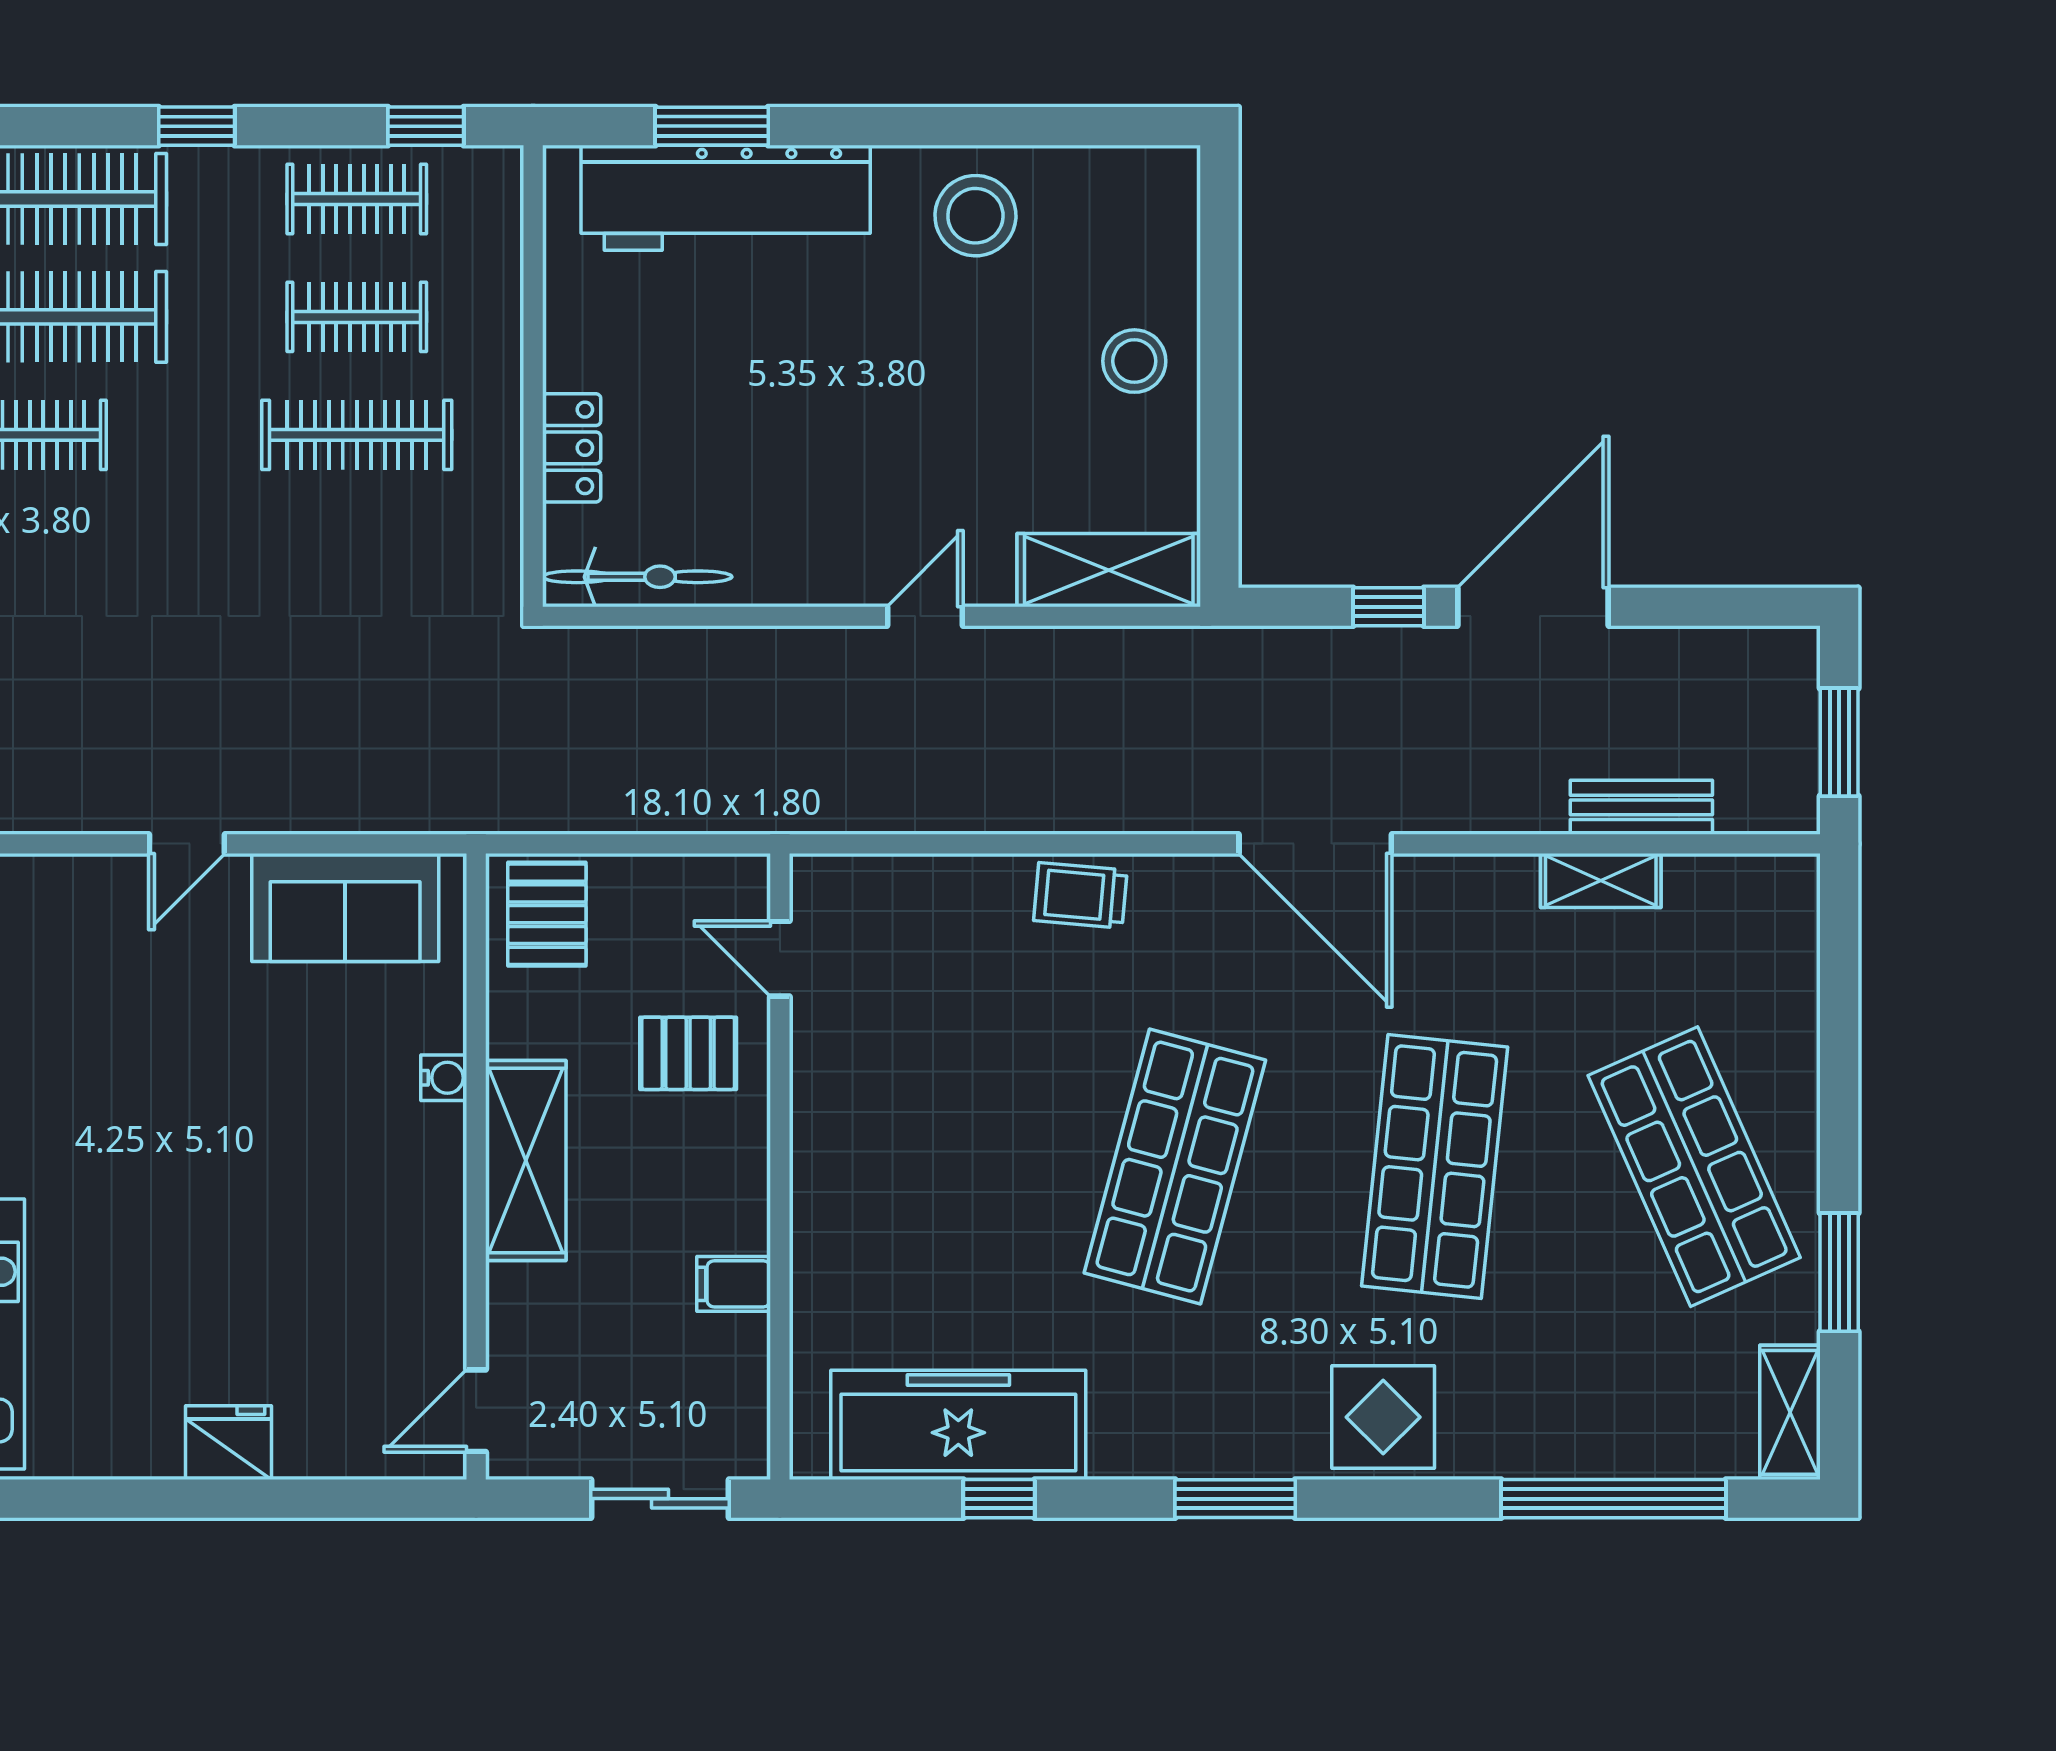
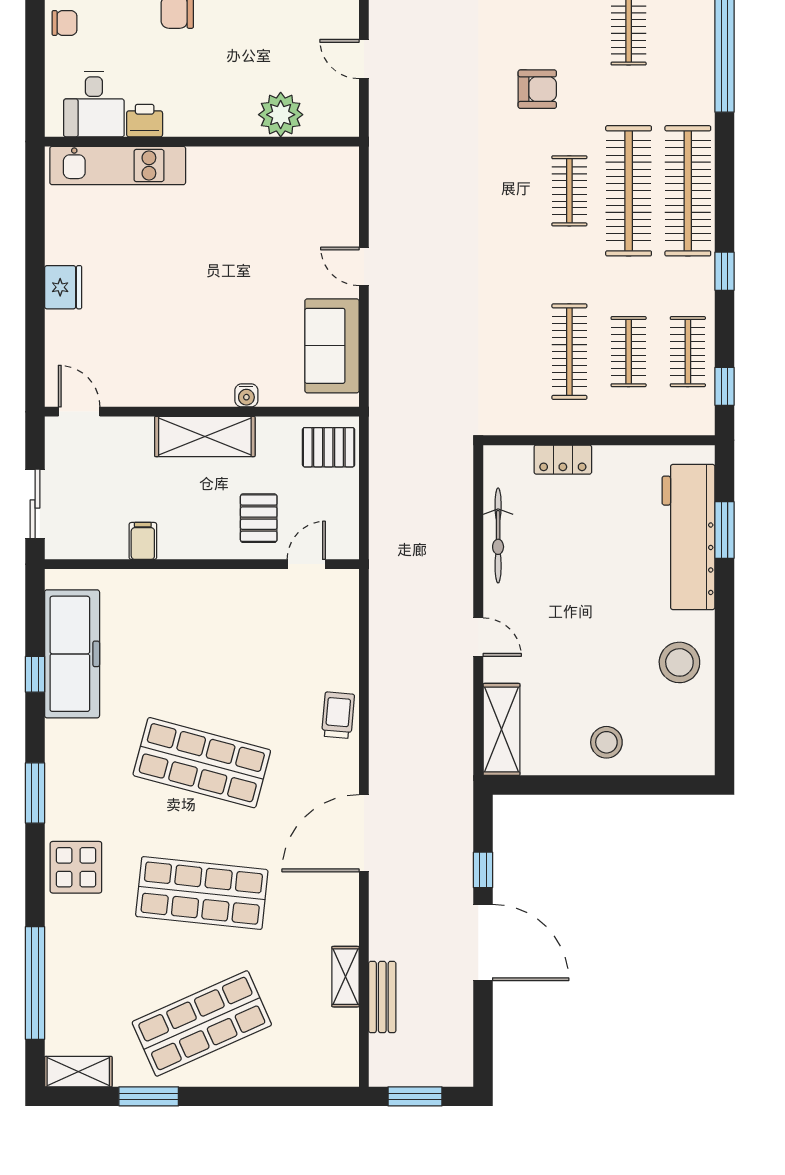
bicycle: (637, 577) -> (498, 535), moved

